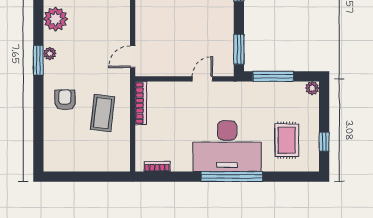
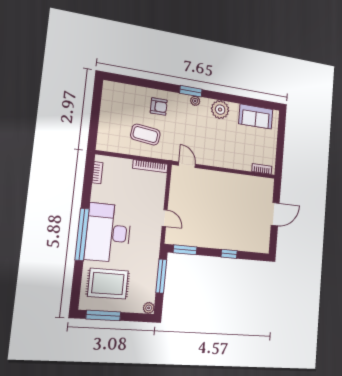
rug: (287, 140) -> (108, 284), width x1.36, depth x1.43
window: (324, 142) -> (103, 316), width x2.17

